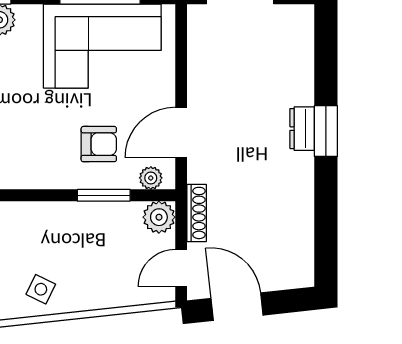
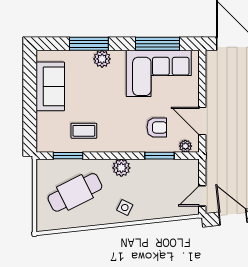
door: (181, 132) -> (202, 121), hinge flipped
shoe rack: (197, 213) -> (211, 165), removed
plant: (159, 217) -> (121, 168), moved

